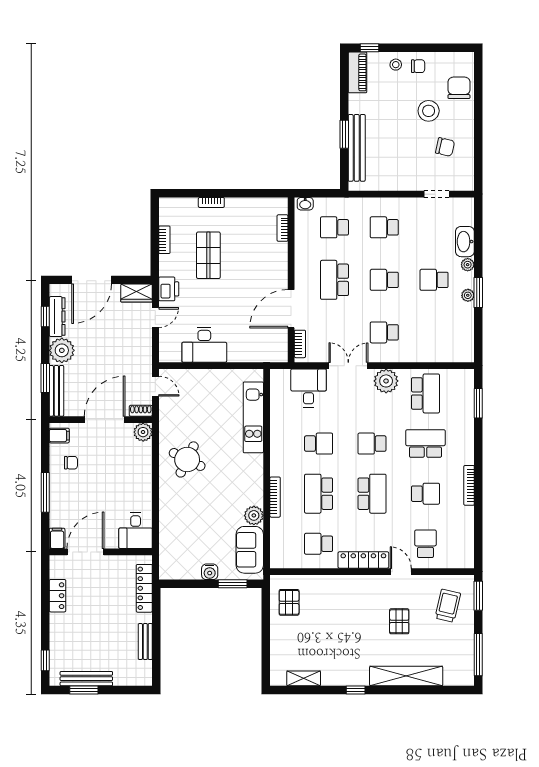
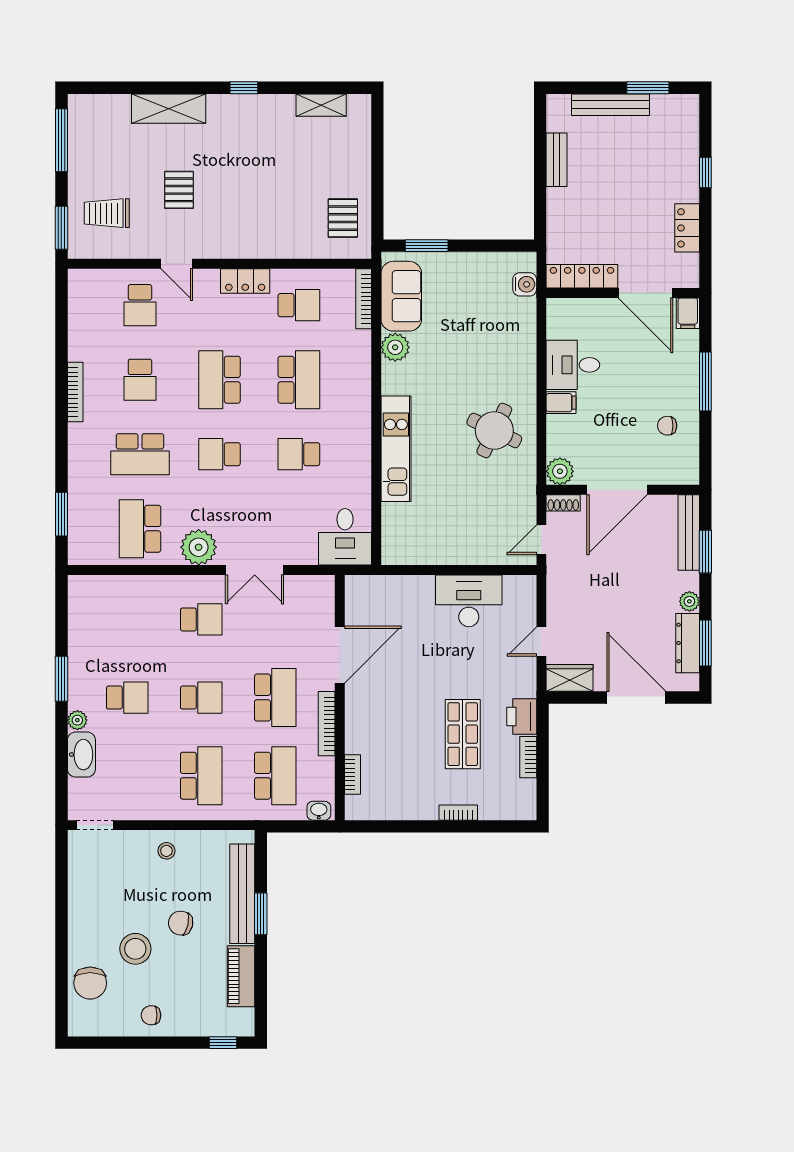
stool: (396, 65) -> (166, 851), moved
piano: (358, 72) -> (241, 976), moved
chair: (445, 147) -> (181, 923), moved
doorway: (436, 194) -> (95, 825), moved
school desk: (334, 227) -> (275, 776), width x1.85
school desk: (384, 227) -> (201, 776), width x1.85
door: (92, 280) -> (636, 698), hinge flipped
printer: (169, 289) -> (522, 717), moved
plant: (468, 295) -> (77, 675), removed
window: (45, 317) -> (705, 643), width x1.50
bookcase: (300, 344) -> (327, 724), moved, width x1.56
plant: (62, 350) -> (689, 601), width x0.53, depth x0.53
door: (155, 386) -> (541, 540), hinge flipped
desk: (309, 388) -> (345, 537), moved
kitchen unit: (253, 417) -> (396, 449), moved
filing cabinet: (59, 436) -> (561, 403), moved, turned 180
school desk: (372, 444) -> (219, 454), turned 180
school desk: (425, 494) -> (140, 380), turned -90
bookcase: (275, 497) -> (364, 299), moved
desk: (136, 531) -> (573, 365), moved, turned -90
door: (85, 552) -> (646, 293), hinge flipped
locker: (363, 560) -> (245, 281), width x0.66
water cooler: (210, 572) -> (525, 284), moved, turned 90
locker: (144, 588) -> (582, 276), moved, turned -90
trolley: (448, 606) -> (107, 213), turned 77
window: (45, 660) -> (705, 172), moved
shelving: (406, 676) -> (169, 109), width x0.68
bench: (86, 679) -> (610, 105), moved

